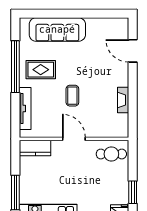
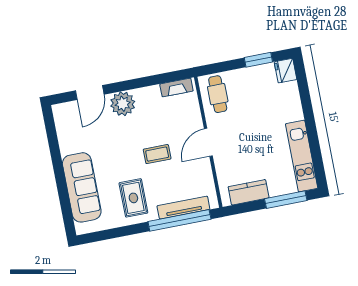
window: (15, 67) -> (179, 220), moved
plant: (119, 76) -> (123, 104), added
fireplace: (123, 100) -> (176, 88), moved
kitchen counter: (35, 148) -> (249, 192), moved, turned -90

